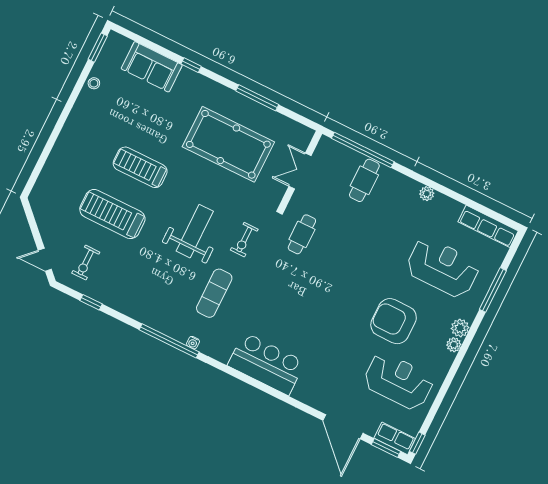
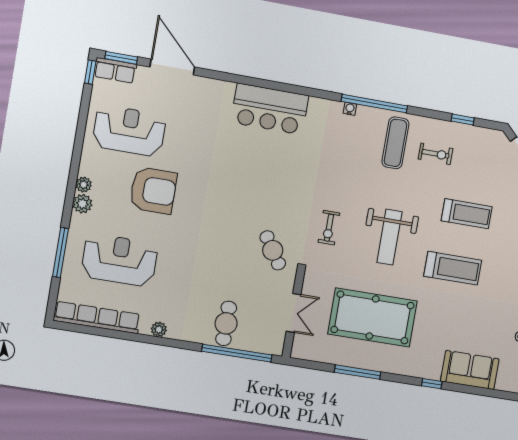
treadmill: (112, 214) -> (467, 214), width x0.73, depth x0.73
row of seats: (488, 226) -> (97, 317), width x1.36
weight bench: (195, 231) -> (389, 237), moved
cafe table: (302, 234) -> (273, 250), turned -33
exercise bike: (244, 240) -> (329, 228), turned 180
exercise bike: (86, 263) -> (435, 154), moved, turned 90
reception desk: (443, 267) -> (120, 260), turned 180
exercise mat: (214, 293) -> (395, 143), moved
reception desk: (399, 381) -> (129, 131), turned 180

